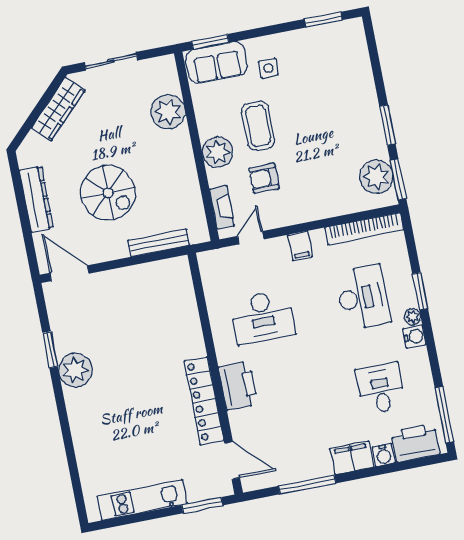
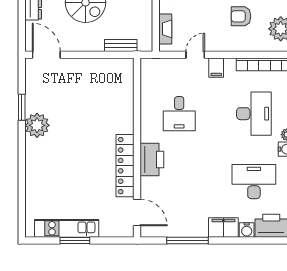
armchair: (264, 178) -> (241, 16), moved
door: (251, 238) -> (195, 55), moved
bench: (159, 243) -> (121, 46), width x0.73
desk: (263, 317) -> (179, 114), width x0.73
desk: (381, 388) -> (254, 182), width x1.37
window: (202, 505) -> (75, 240), moved

